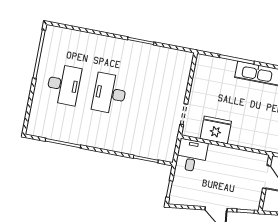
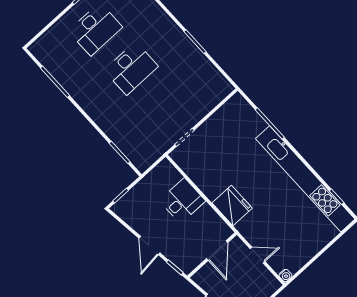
desk: (110, 93) -> (131, 68), turned 180
fridge: (216, 130) -> (232, 205), moved
desk: (192, 156) -> (182, 201), moved

